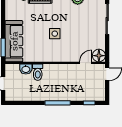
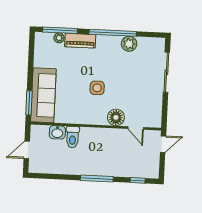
floor lamp: (99, 56) -> (116, 117), moved
door: (86, 63) -> (136, 128), swing flipped

